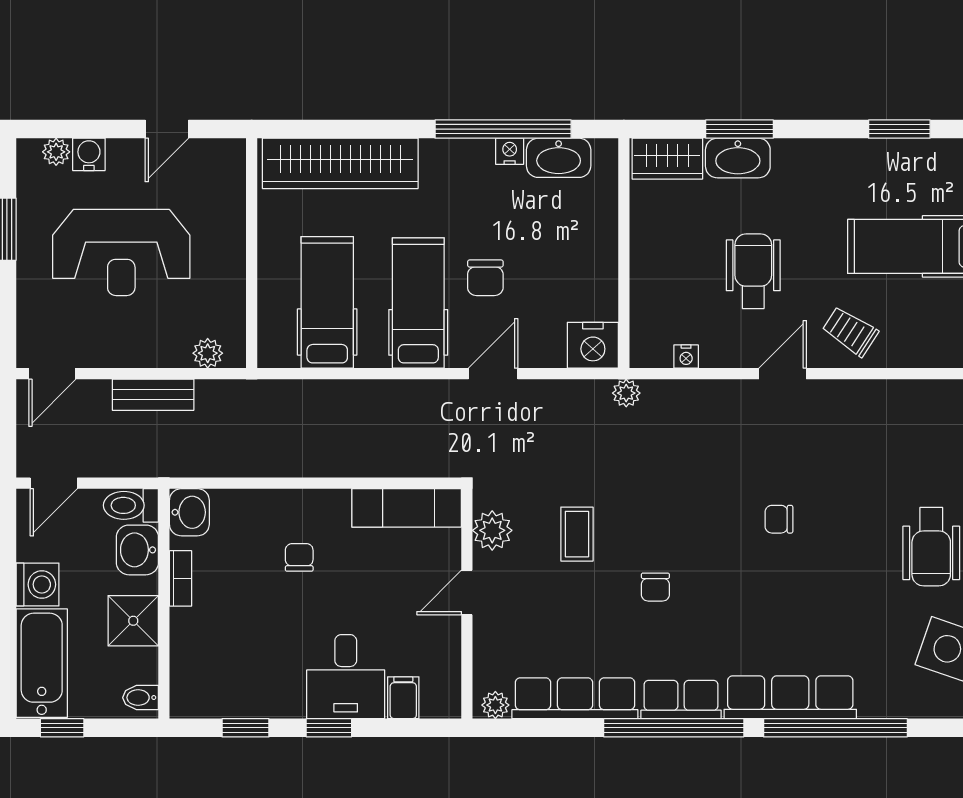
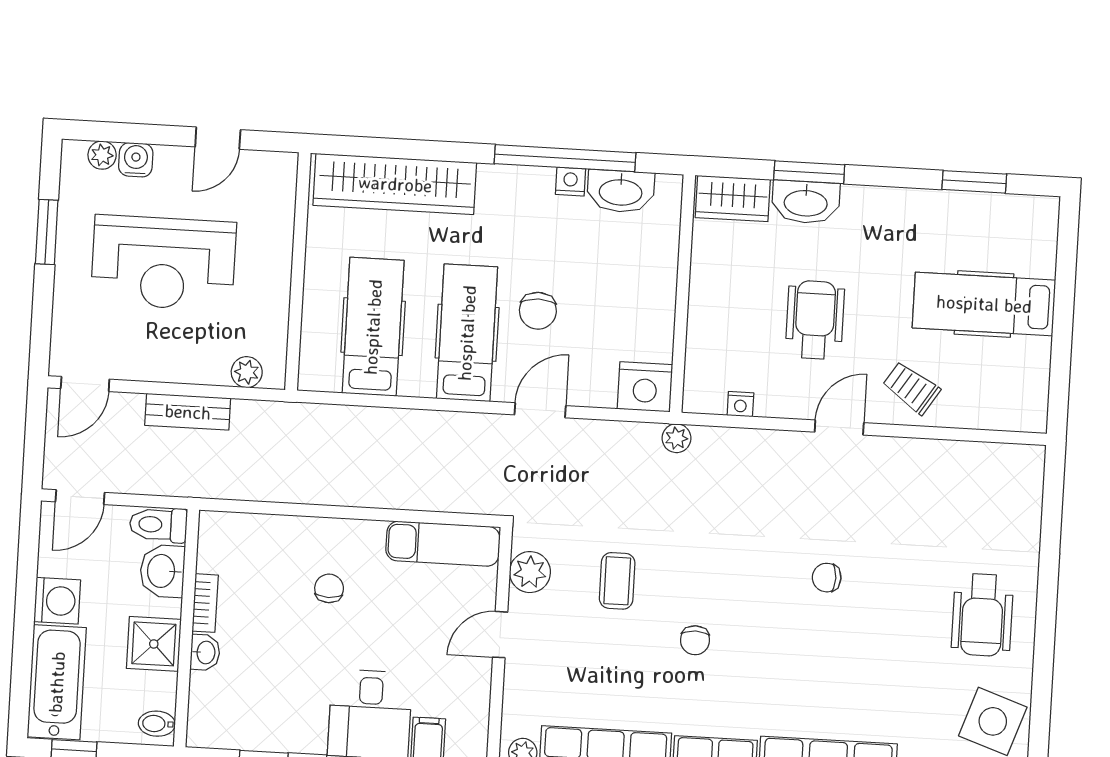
washbasin: (189, 512) -> (205, 652), moved, width x0.72, depth x0.69

